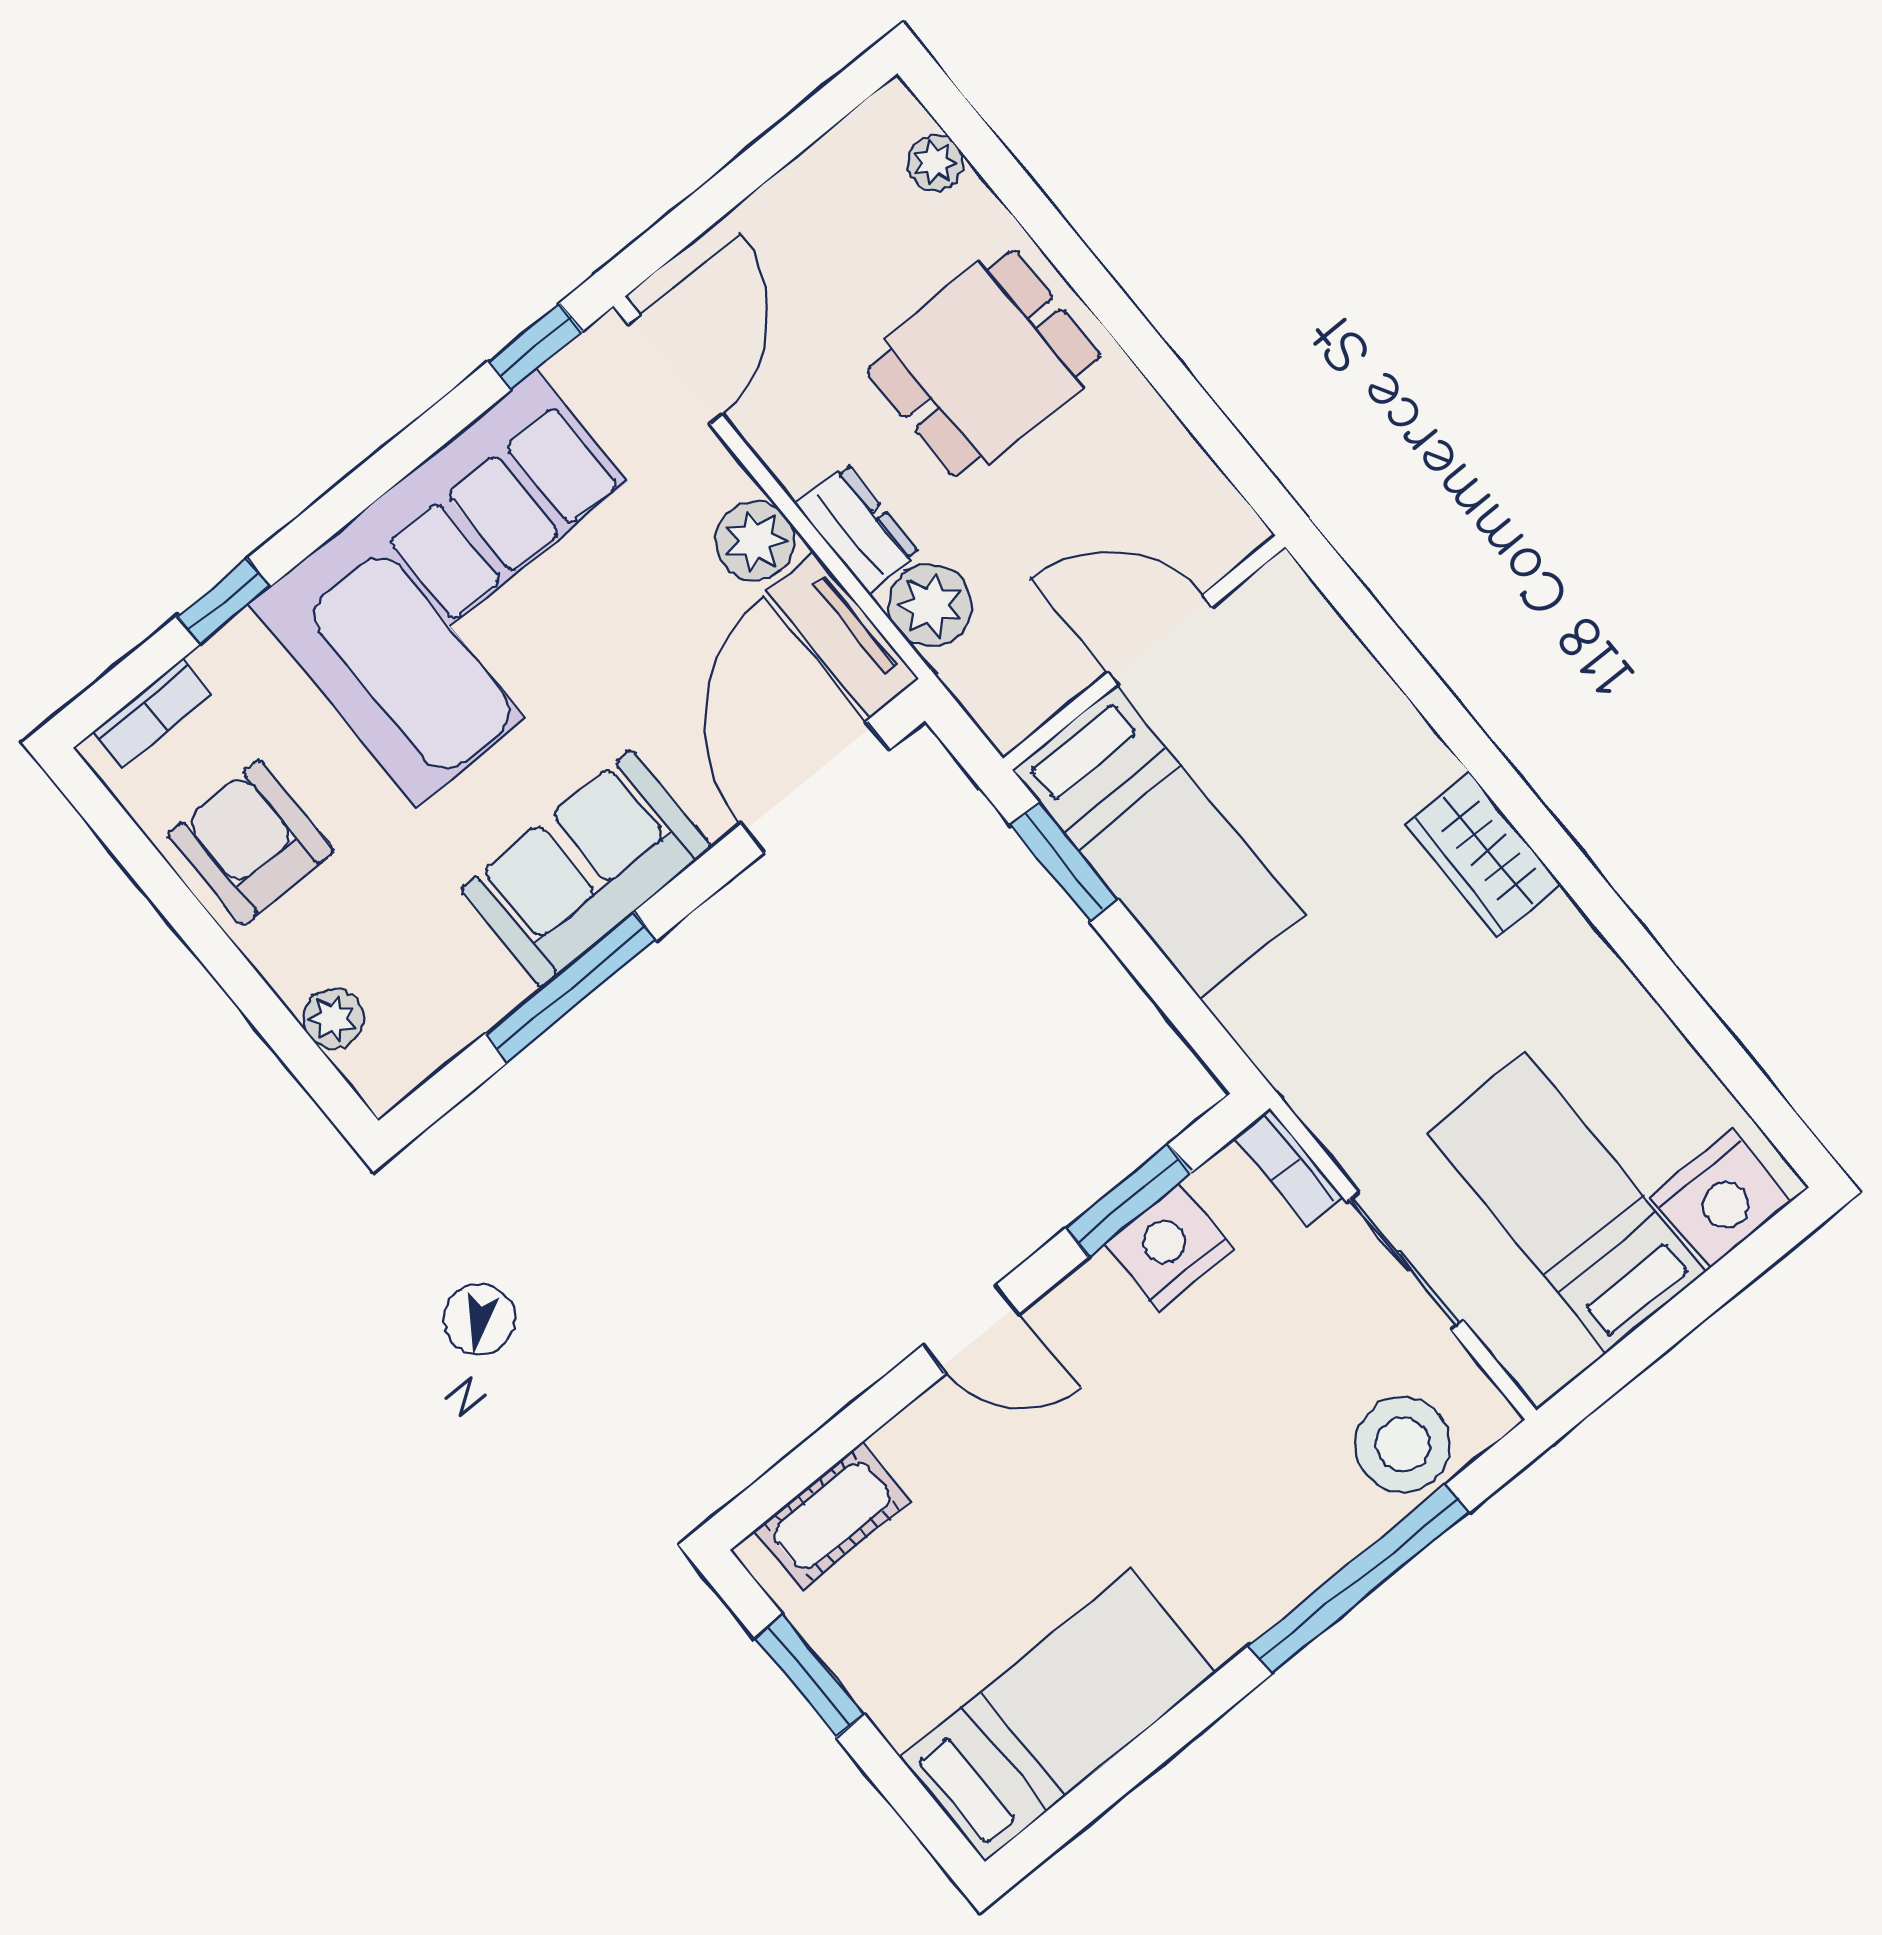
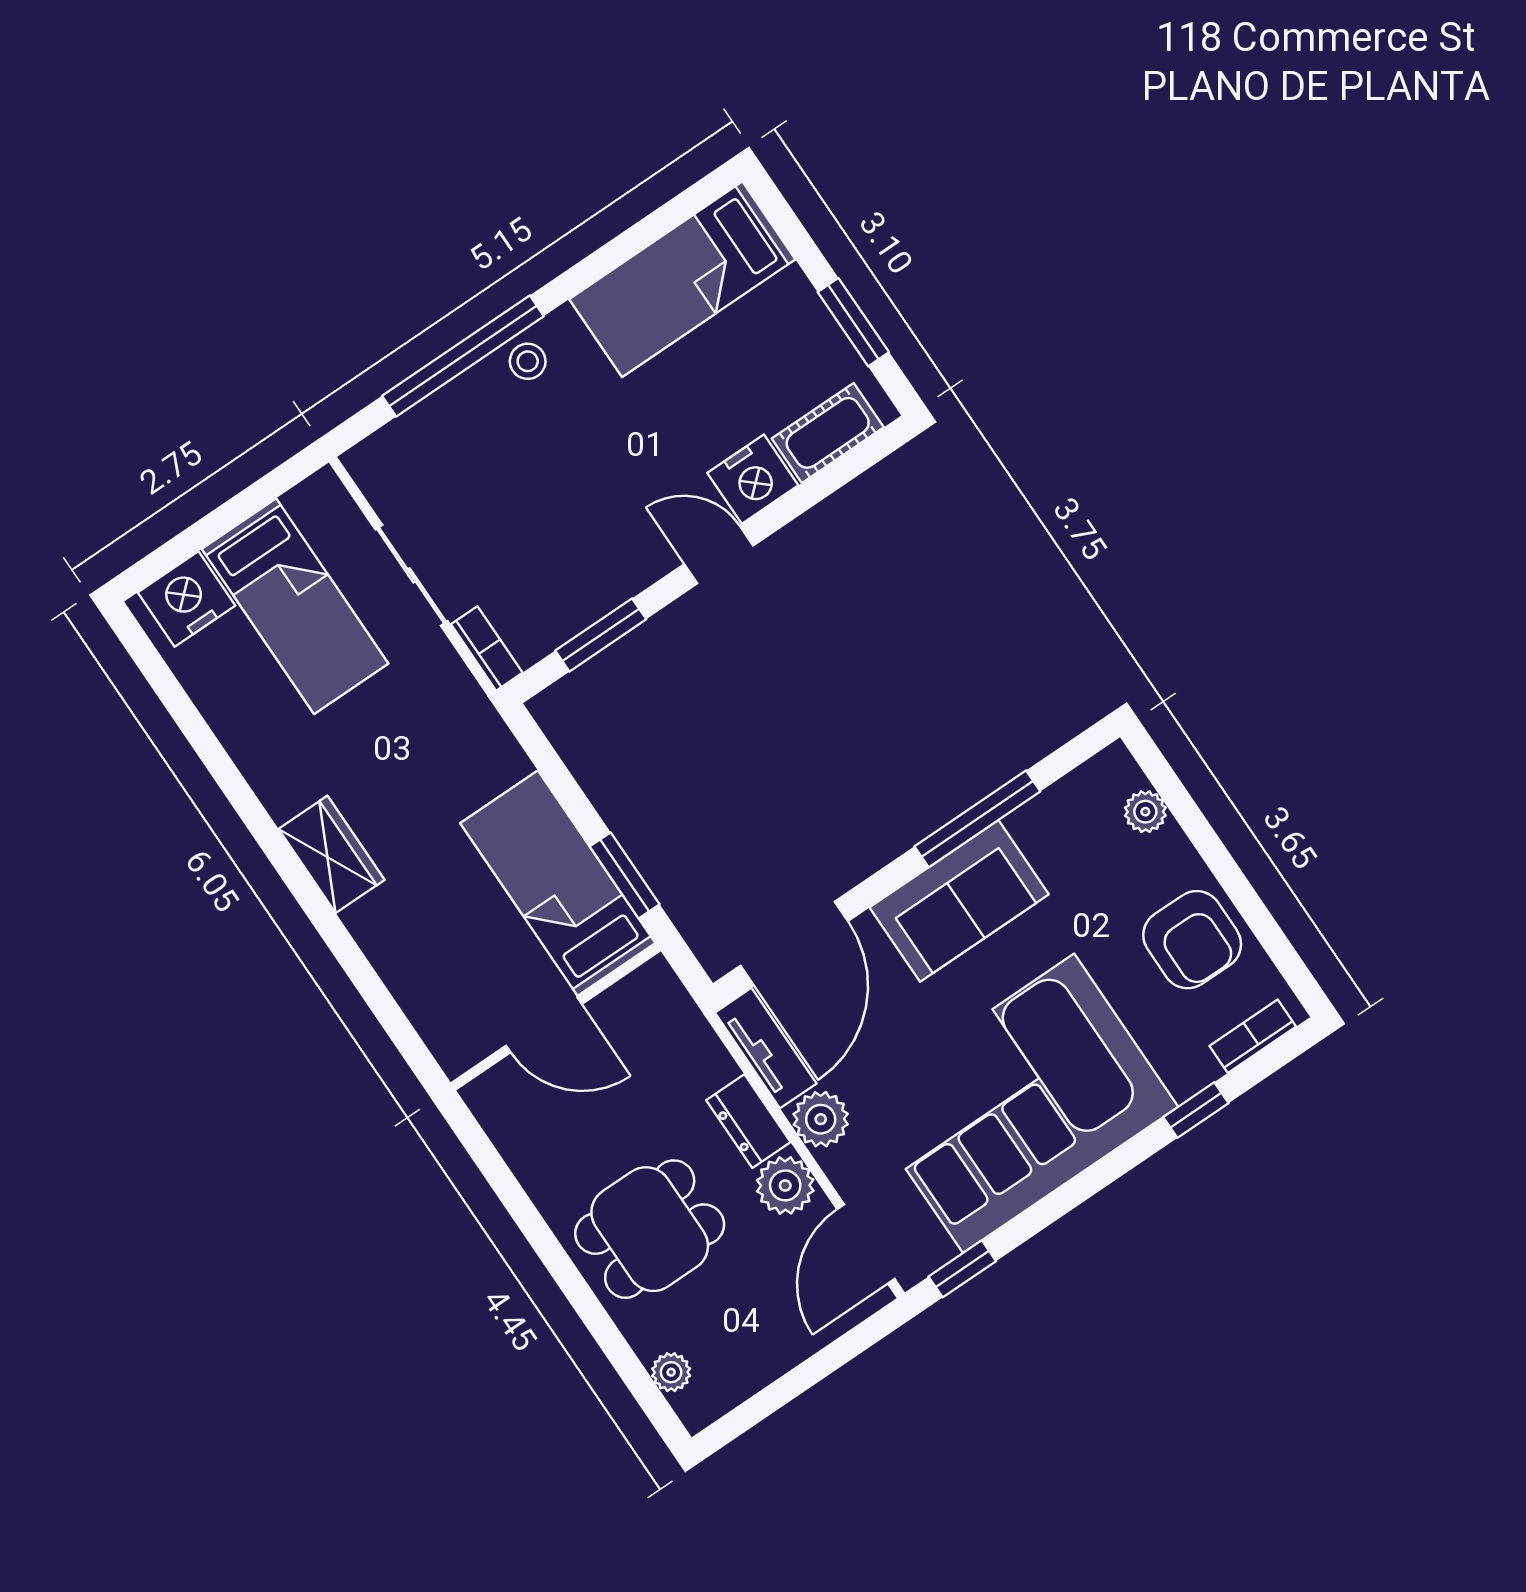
plant: (930, 605) -> (785, 1185), moved
nightstand: (1169, 1247) -> (753, 479), moved
stool: (1403, 1445) -> (528, 361), moved, width x0.53, depth x0.53

